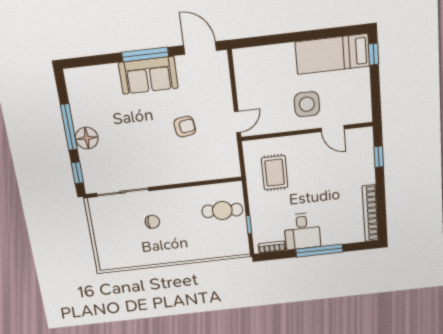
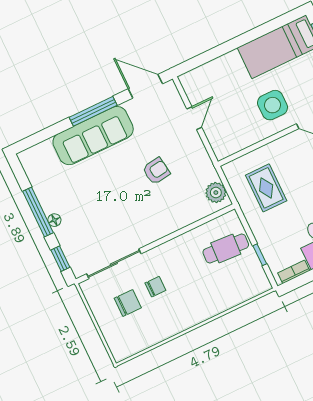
sofa: (148, 75) -> (93, 136), width x1.36
door: (237, 122) -> (194, 118), moved
floor lamp: (87, 138) -> (54, 220), width x0.53, depth x0.53
plant: (230, 162) -> (216, 193), added
chair: (125, 227) -> (128, 303), added

